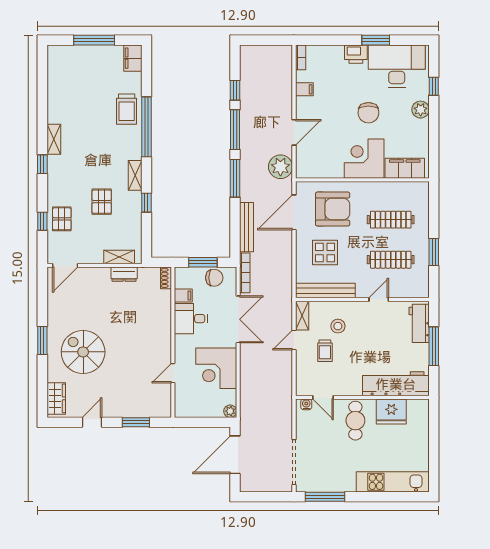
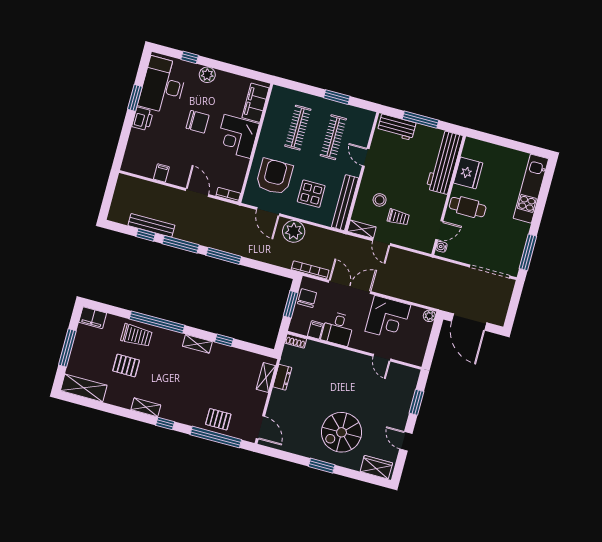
bookcase: (301, 57) -> (228, 195), moved
shelving: (57, 69) -> (84, 388), added
plant: (280, 167) -> (294, 231), moved
pallet: (102, 202) -> (126, 366), moved
door: (294, 212) -> (268, 212), width x0.73
window: (42, 221) -> (216, 437), width x3.17
bench: (247, 227) -> (151, 225), moved

